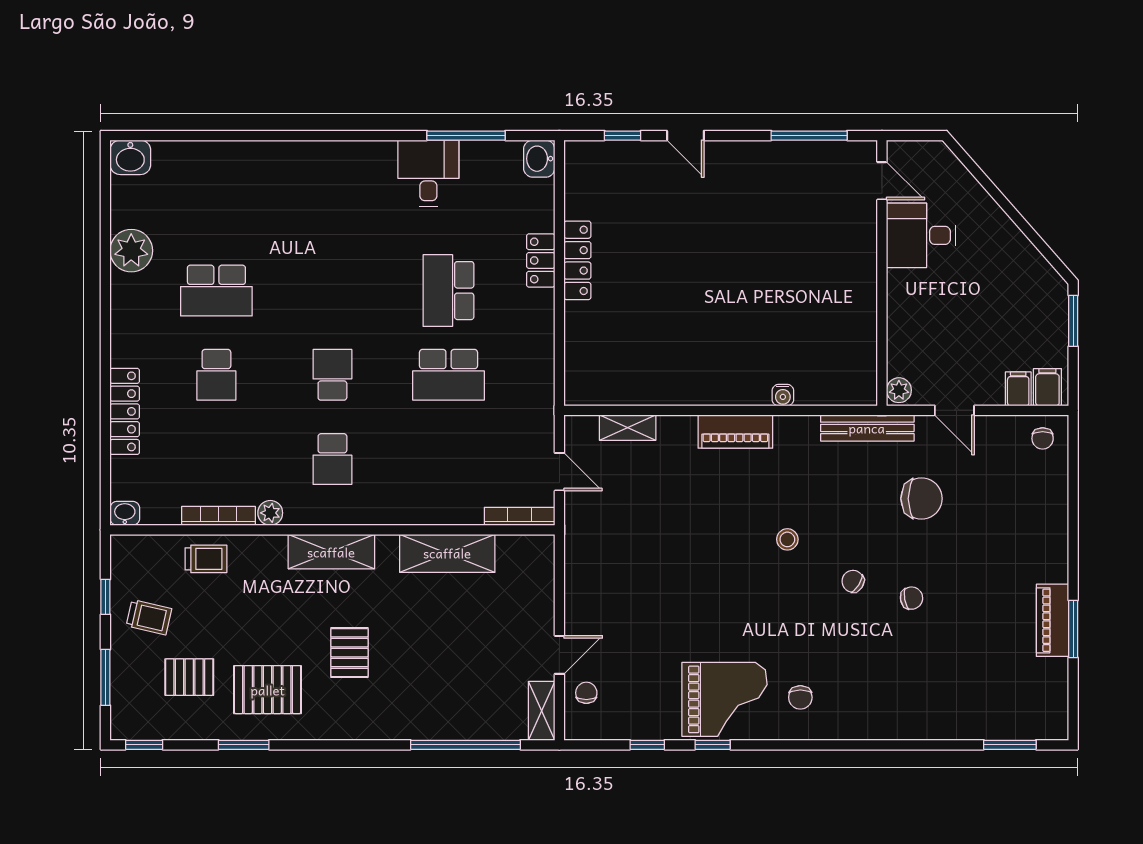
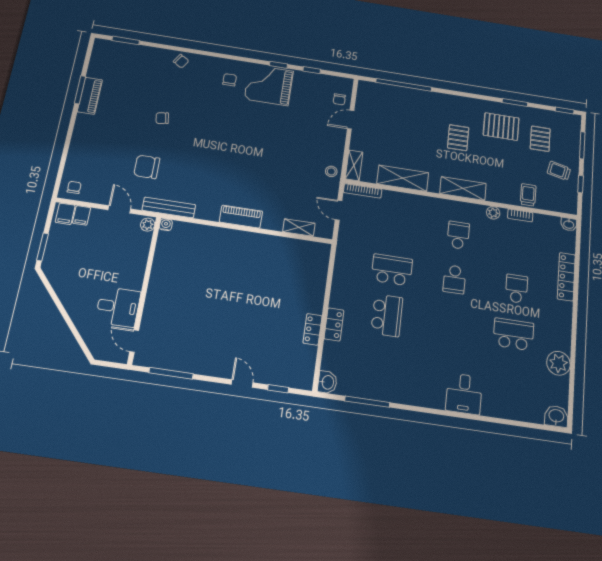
desk: (428, 173) -> (464, 394), moved
locker: (577, 260) -> (312, 329), width x0.66
water cooler: (783, 395) -> (166, 225), moved
bookcase: (218, 516) -> (520, 215), width x0.64
stool: (787, 539) -> (331, 171), moved
trolley: (206, 559) -> (528, 195), turned 90
chair: (853, 581) -> (181, 61), moved
pallet: (189, 677) -> (540, 139), turned 90
shelving: (542, 711) -> (354, 165), moved

